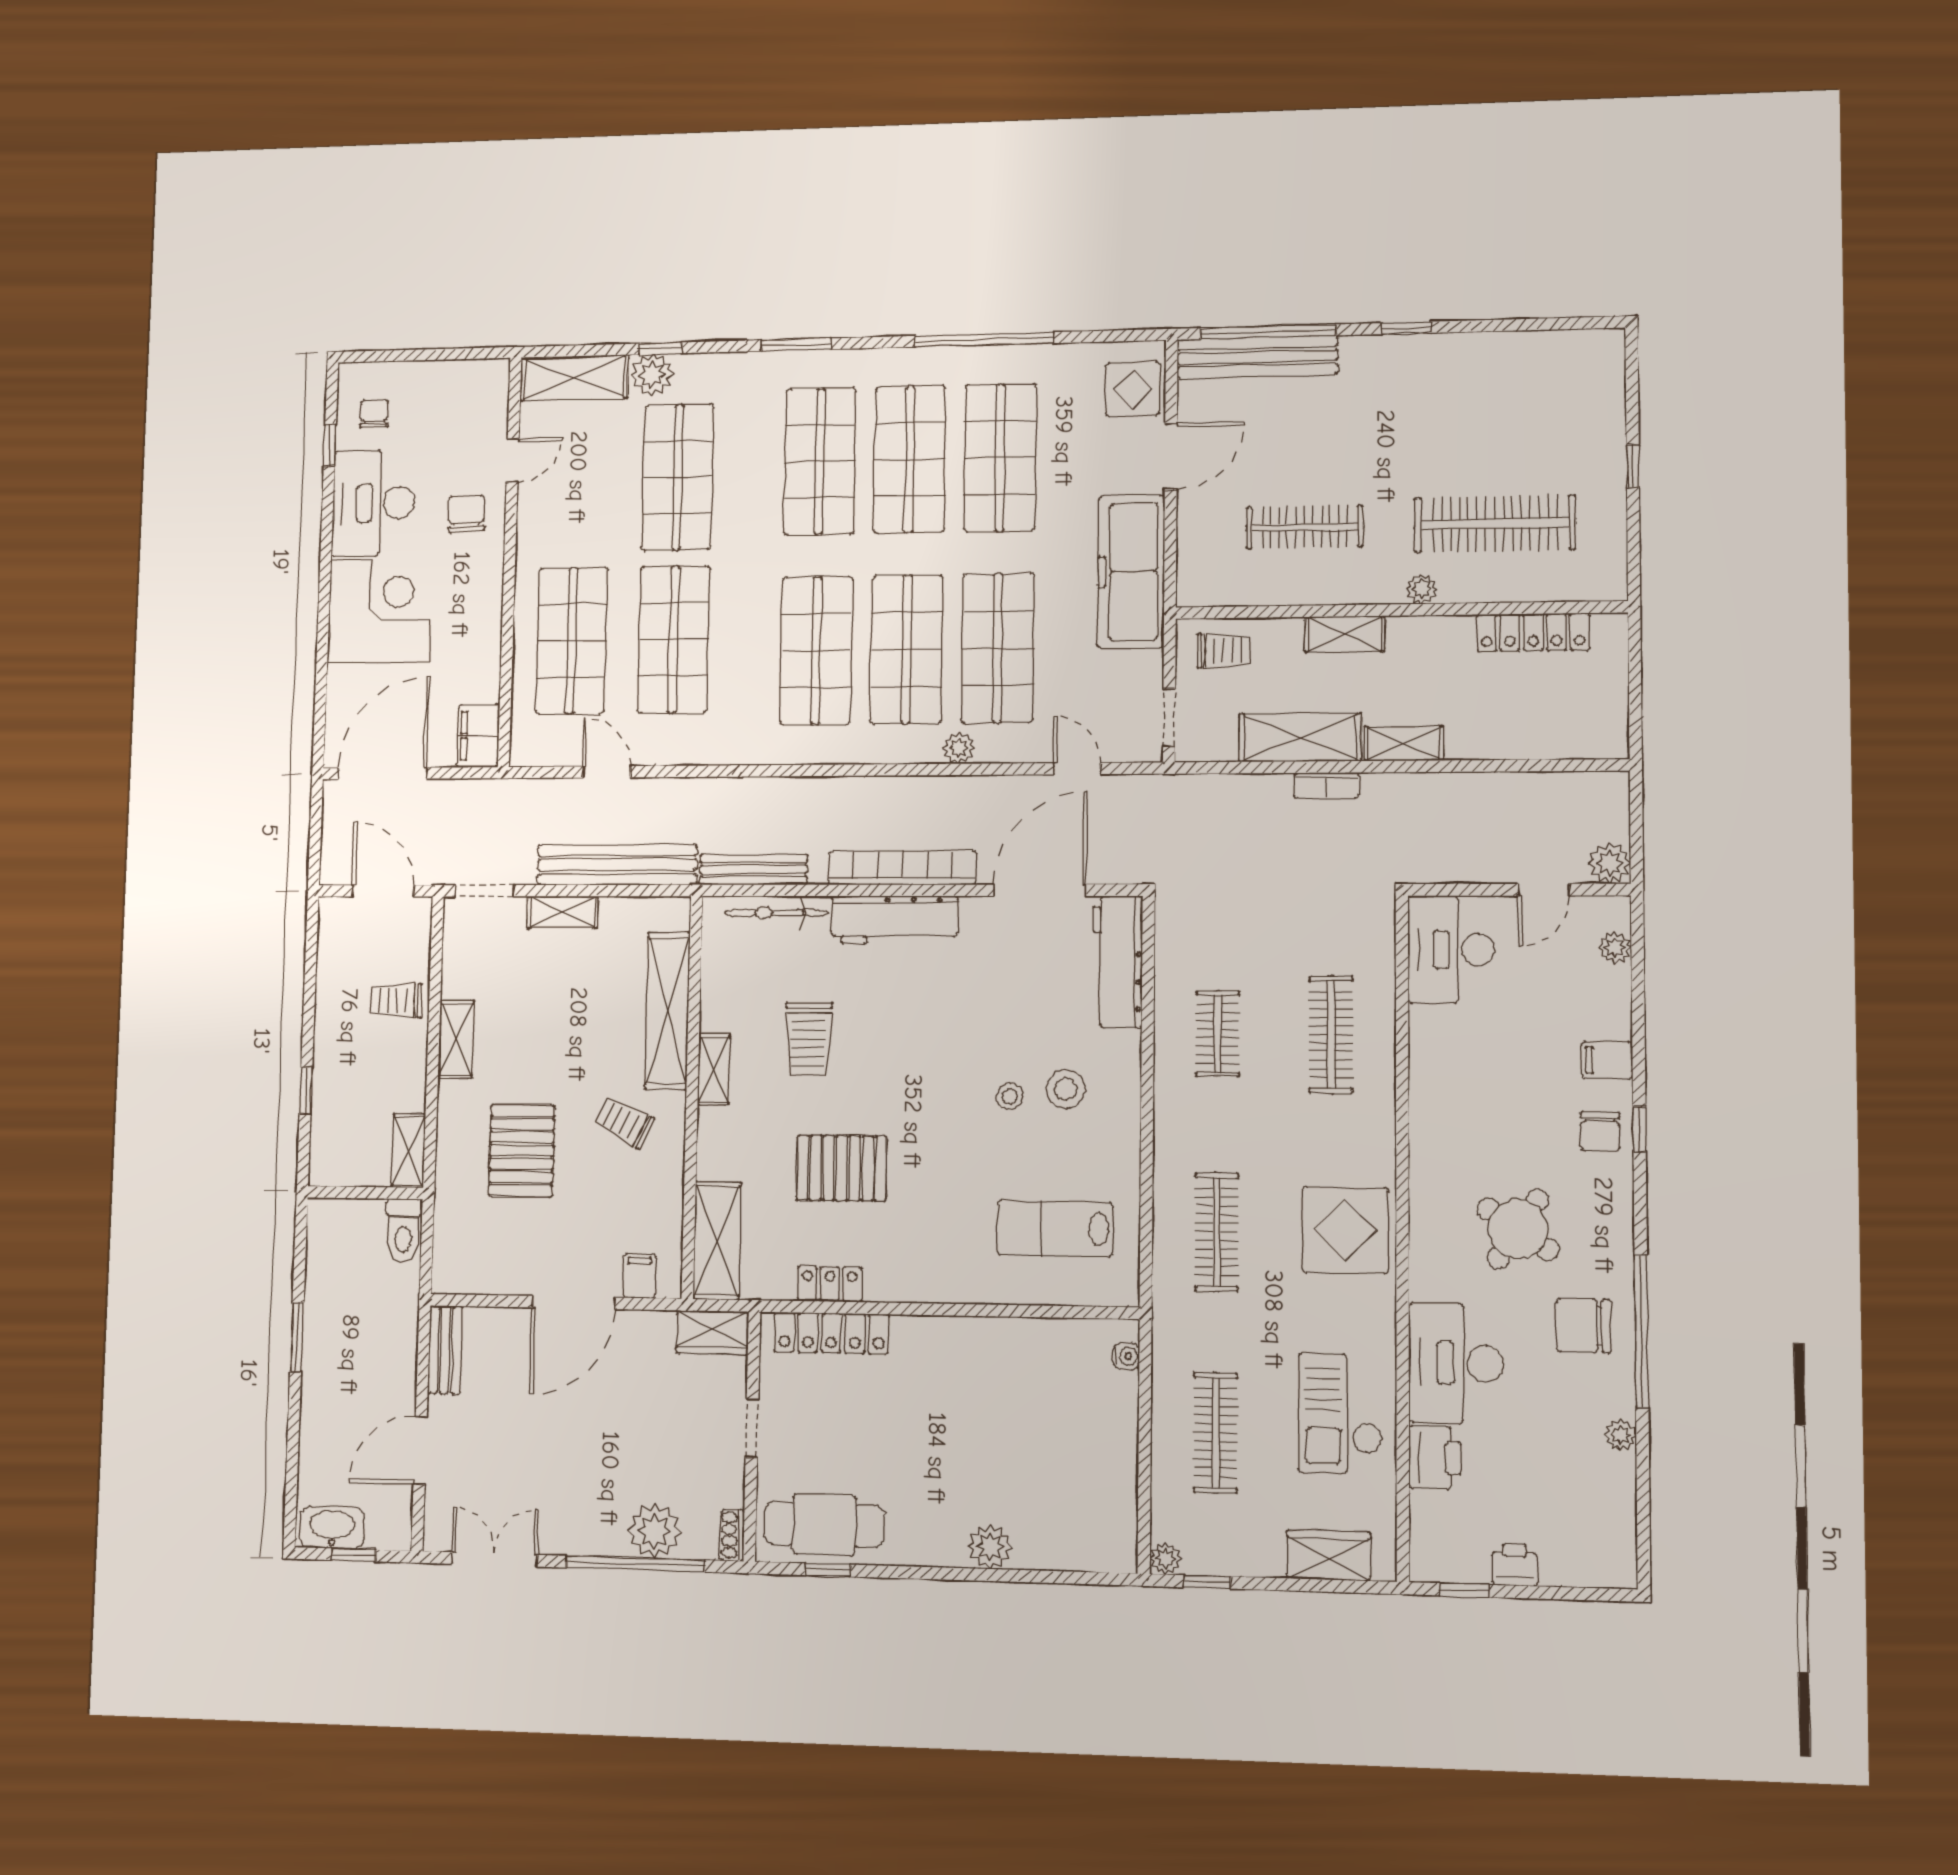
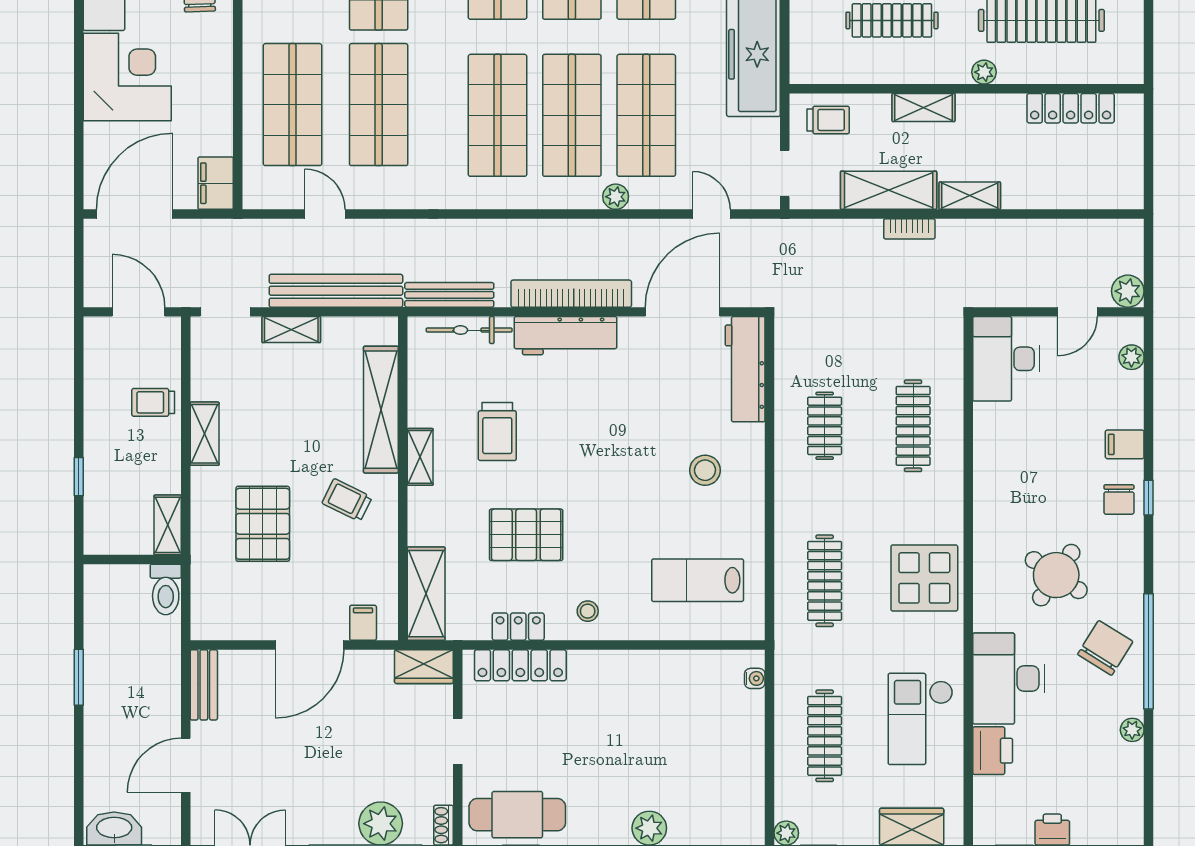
stool: (1010, 1096) -> (588, 611), moved
chair: (1584, 1326) -> (1105, 648), turned 122

